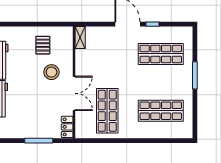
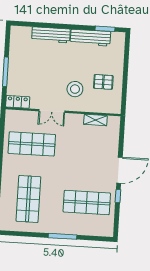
shelving: (80, 38) -> (95, 120), moved
shop shelf: (161, 54) -> (87, 202), turned 90
double door: (74, 93) -> (52, 111), width x0.73

